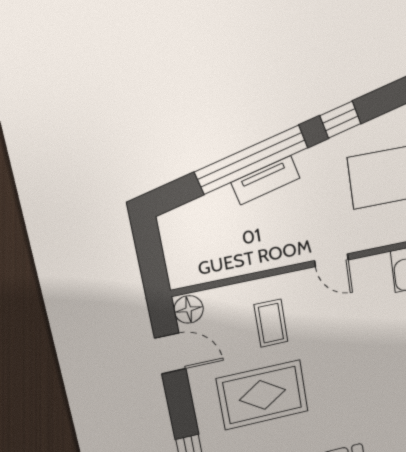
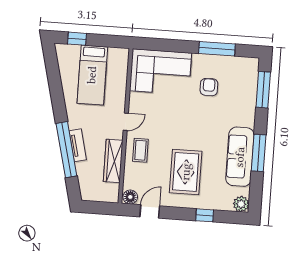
window: (340, 120) -> (58, 103), removed
wardrobe: (251, 258) -> (113, 161), added
coffee table: (271, 323) -> (140, 150), moved, turned 90

